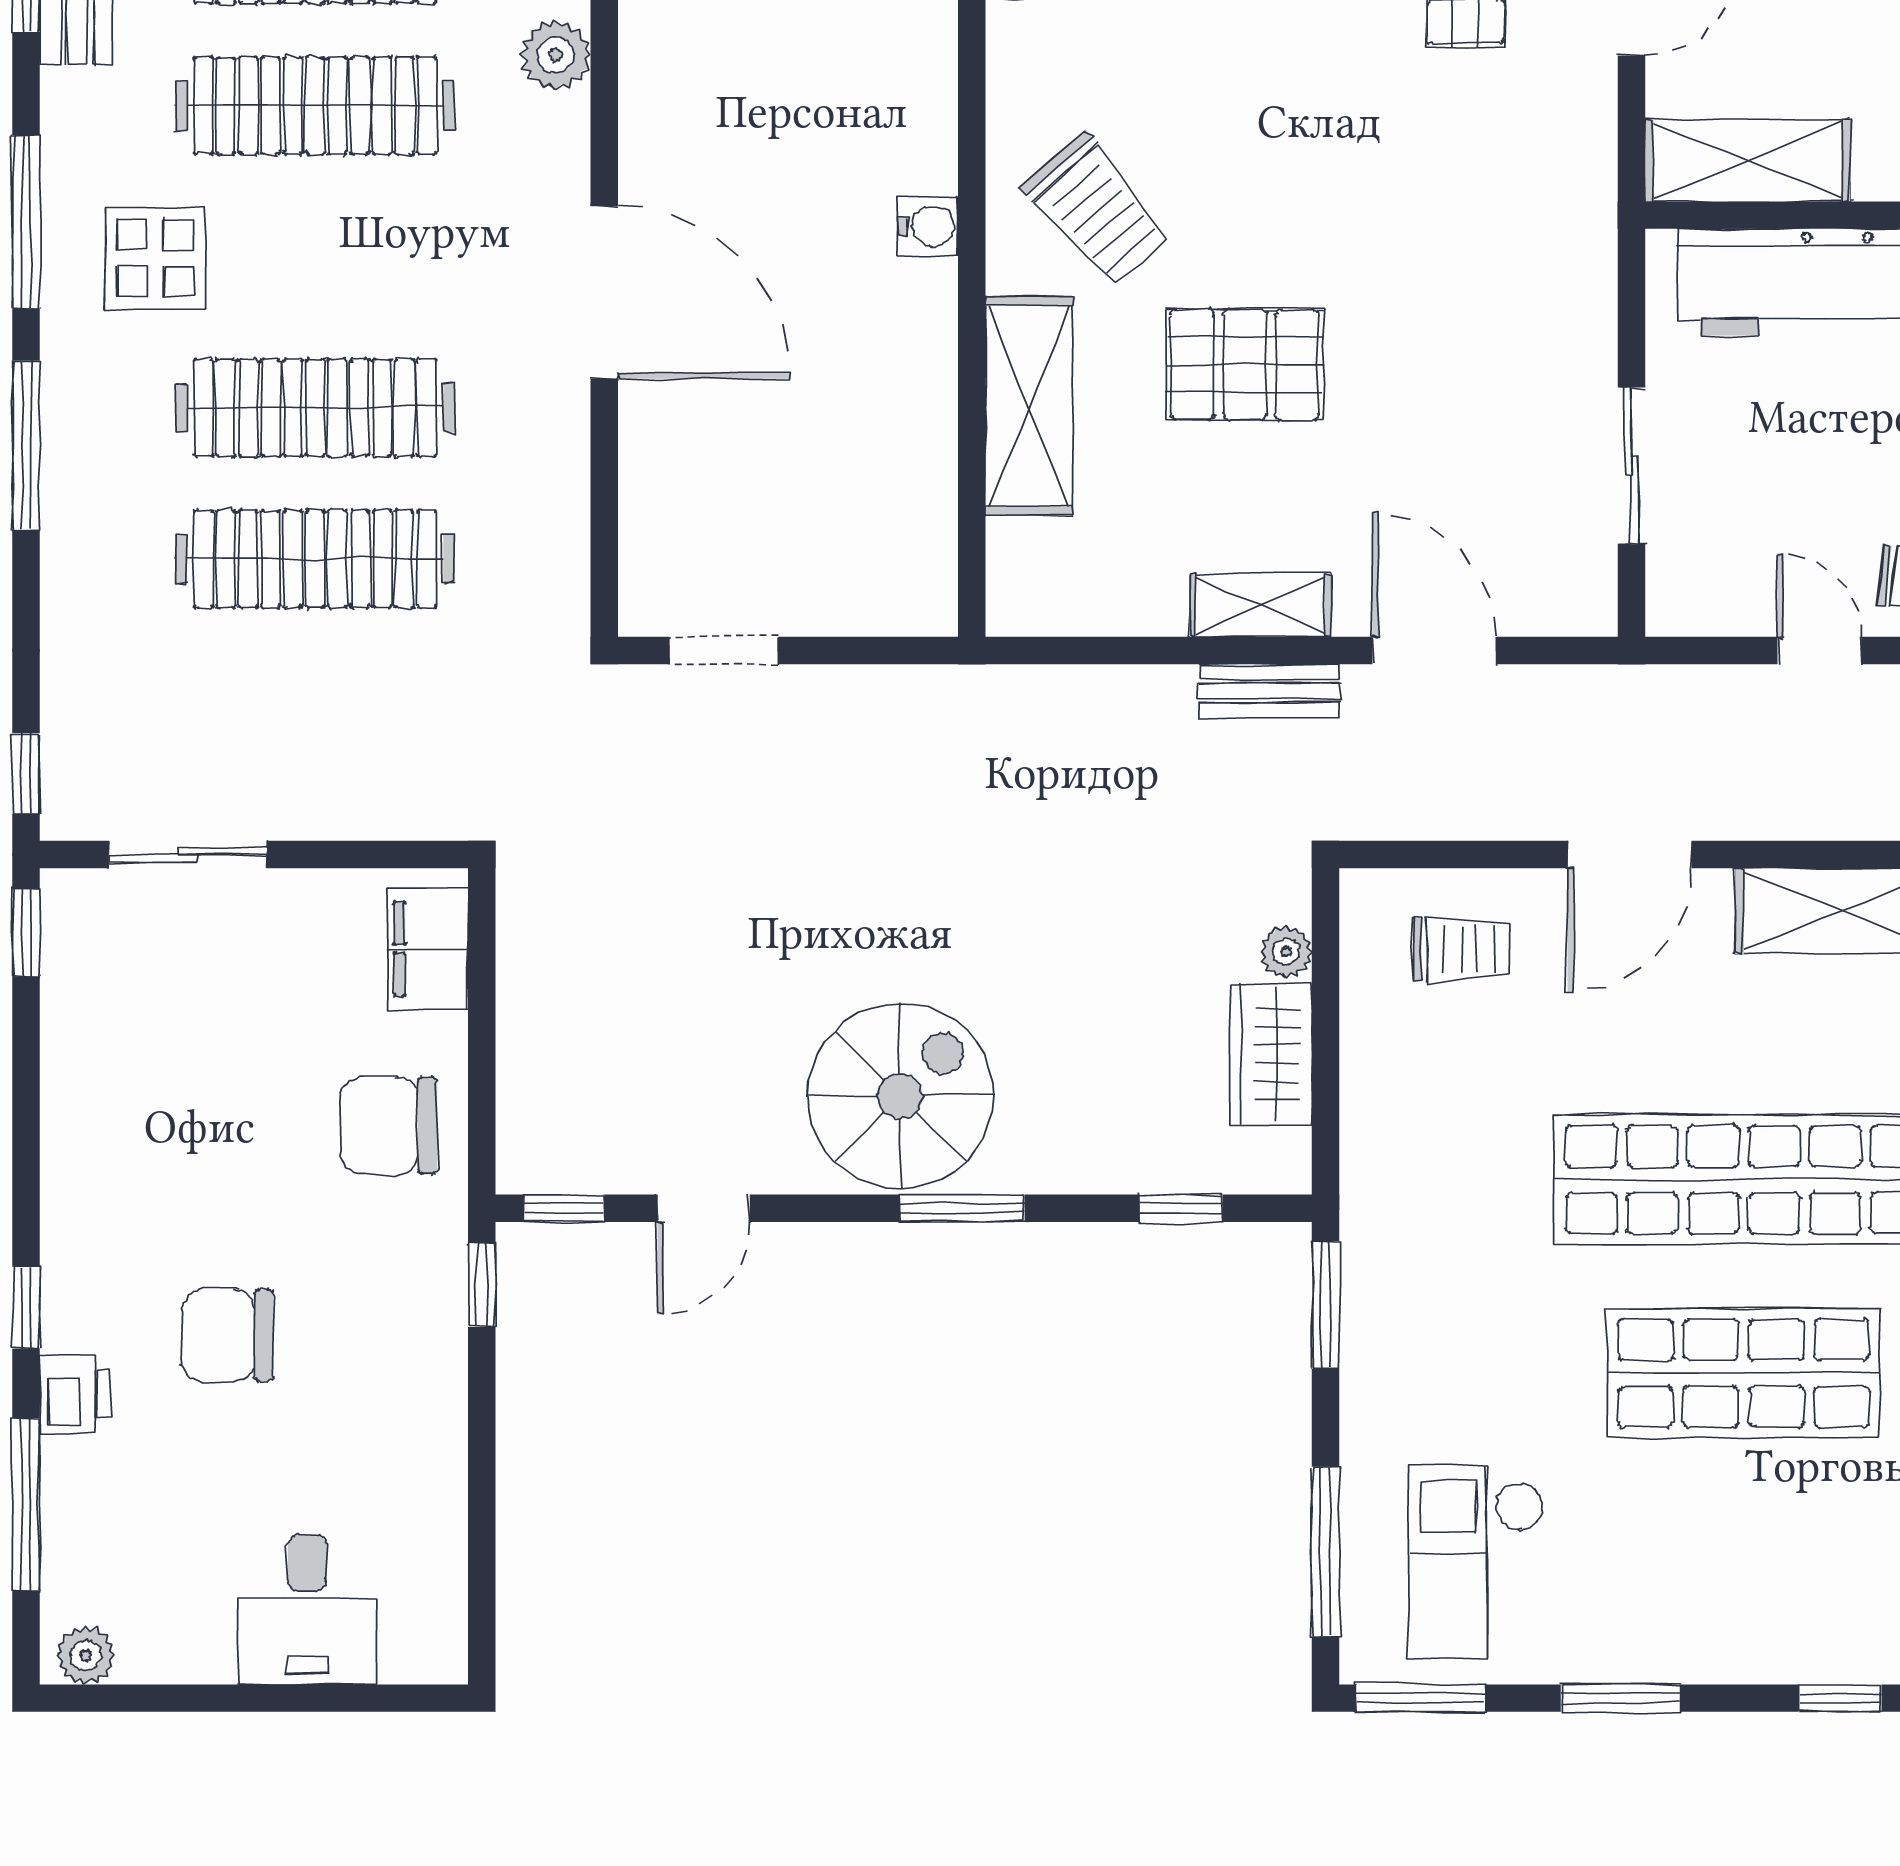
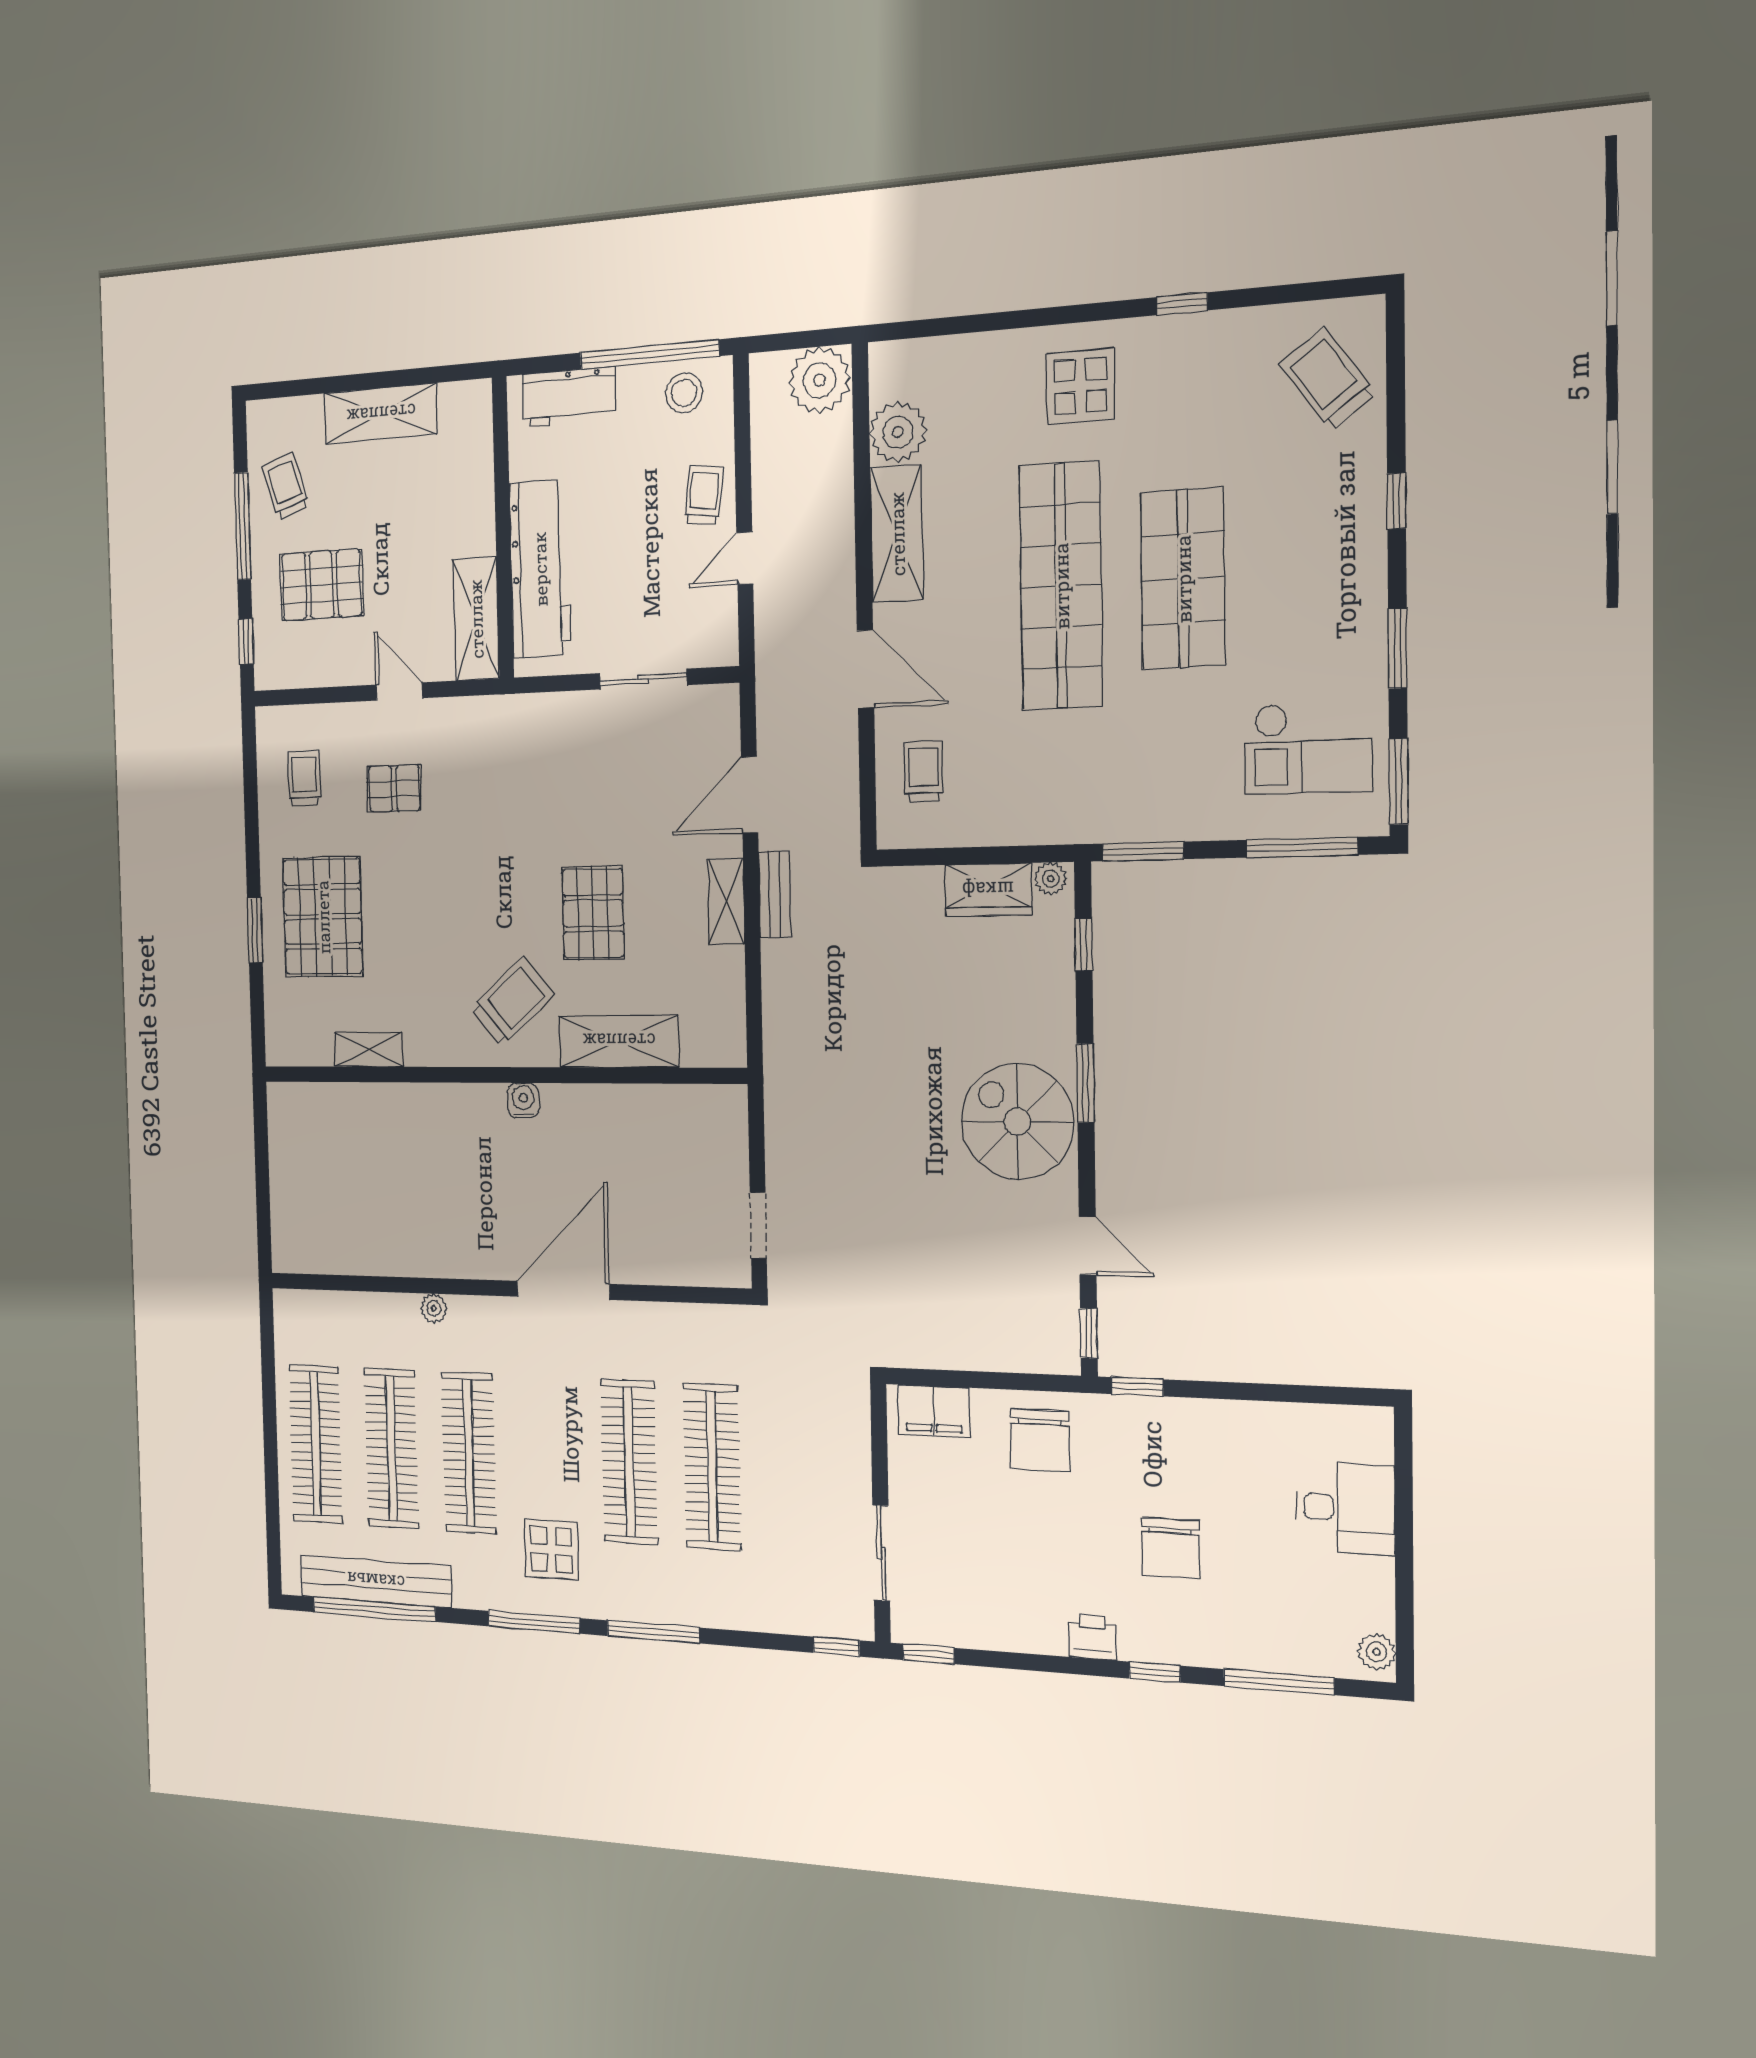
plant: (555, 55) -> (434, 1308), width x0.73, depth x0.73
plant: (1286, 952) -> (1051, 879), moved
printer: (75, 1395) -> (1093, 1637), moved

